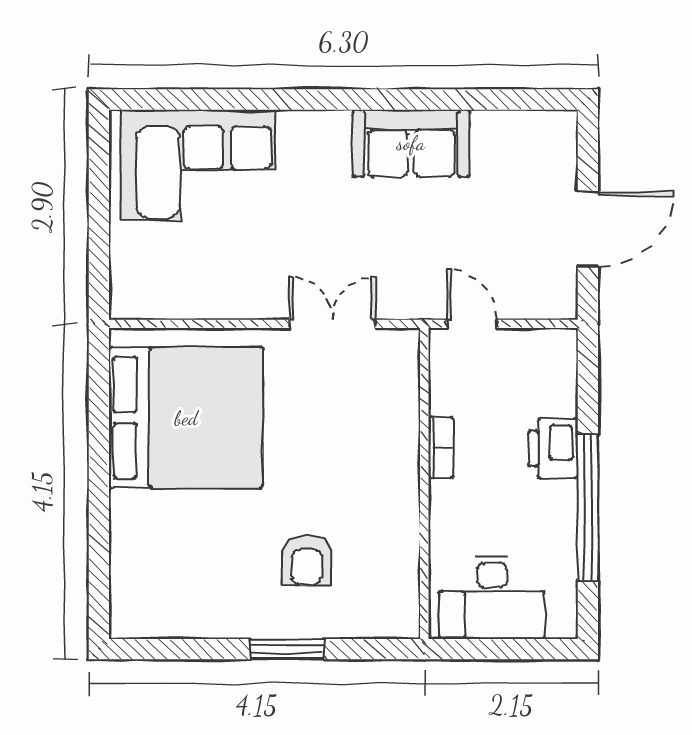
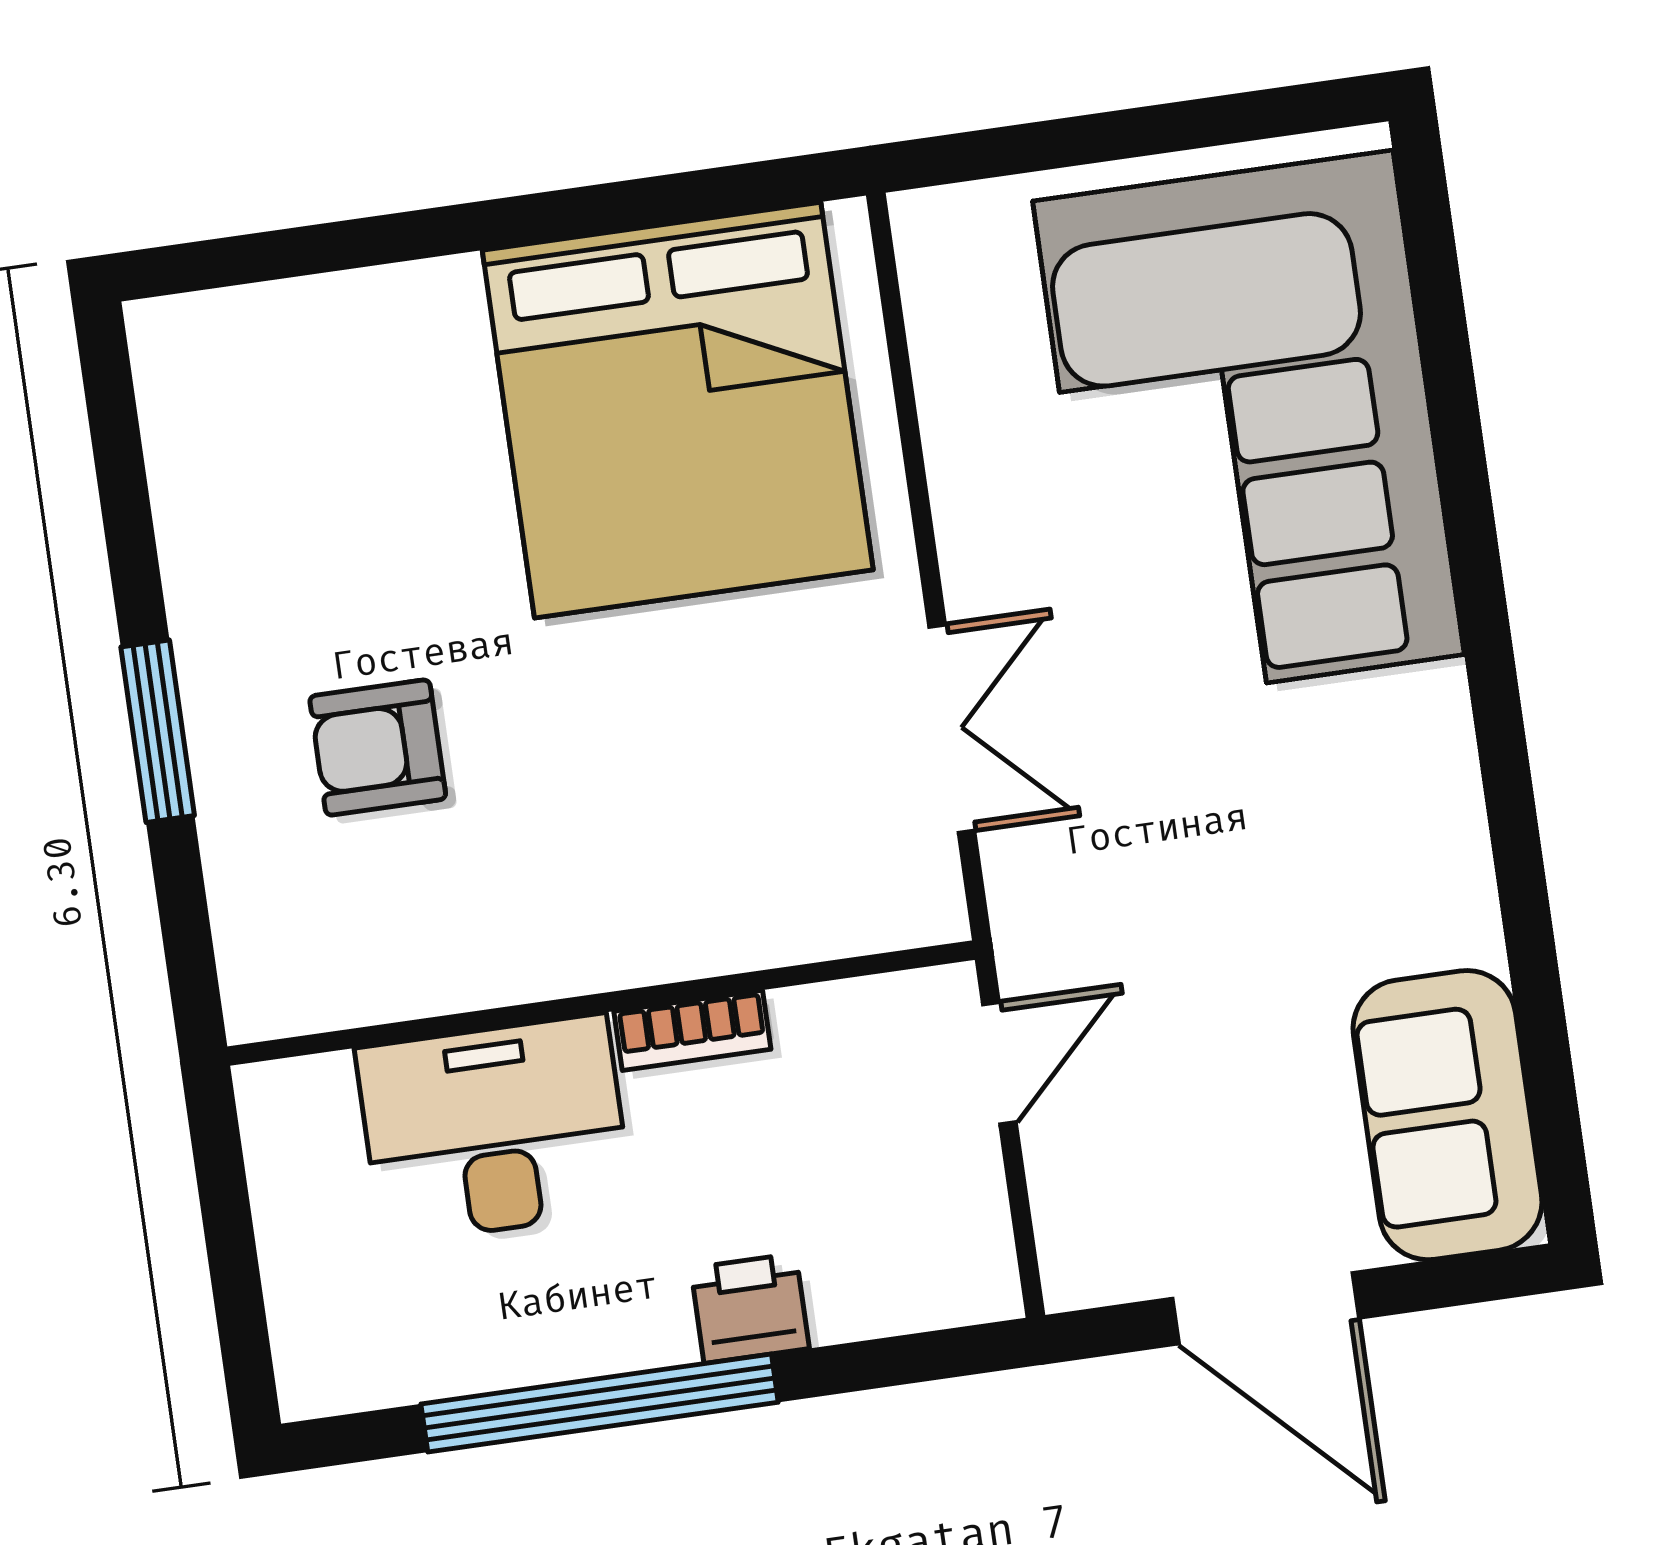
sofa: (411, 143) -> (1448, 1115), moved
corner sofa: (198, 165) -> (1249, 428), width x1.36, depth x1.36
printer: (553, 448) -> (750, 1308), width x0.73, depth x0.81
desk: (492, 598) -> (494, 1129), moved, turned 90

